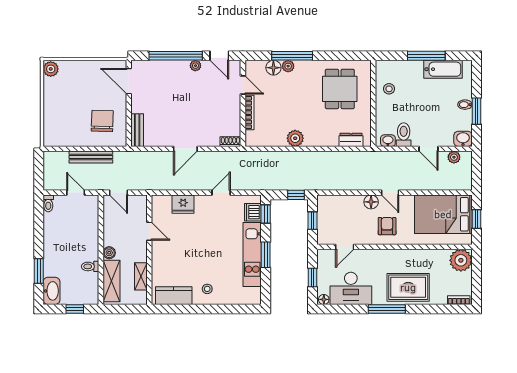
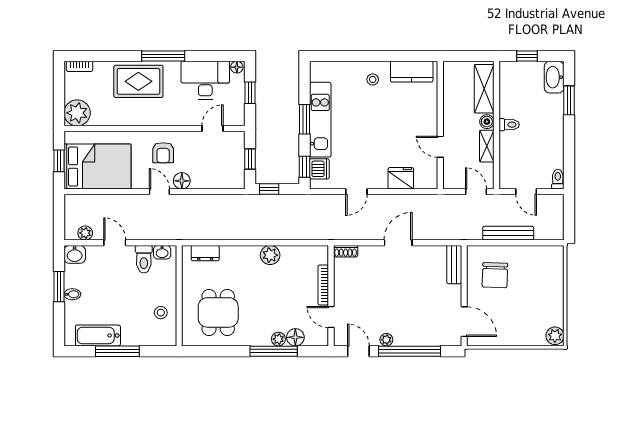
toilet: (90, 266) -> (509, 125), moved
shelving: (141, 276) -> (487, 146), moved

